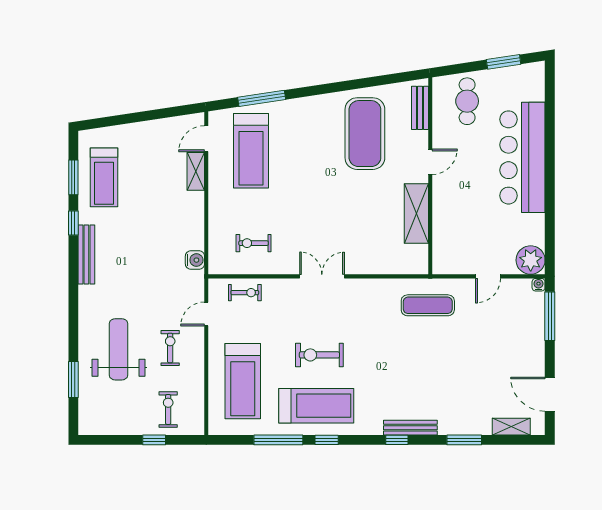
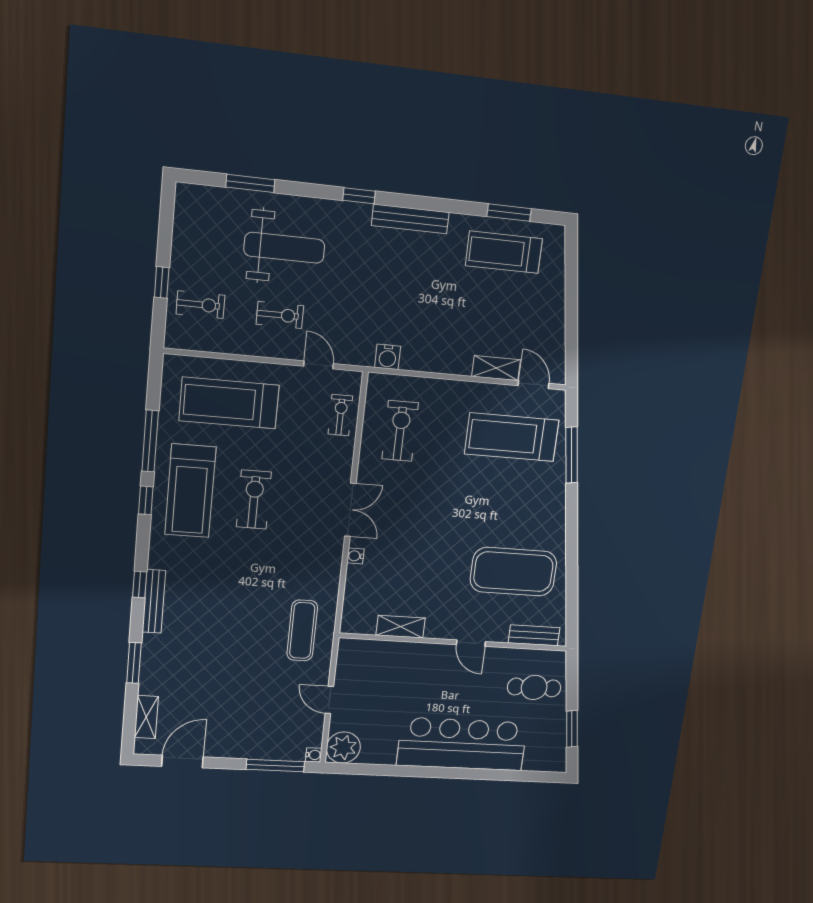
shelving: (416, 214) -> (401, 627), width x0.67, depth x0.75
window: (73, 223) -> (359, 196), moved
exercise bike: (254, 243) -> (400, 431), width x1.38, depth x1.39
water cooler: (361, 268) -> (355, 556), added
exercise bike: (245, 293) -> (340, 415), turned 180

